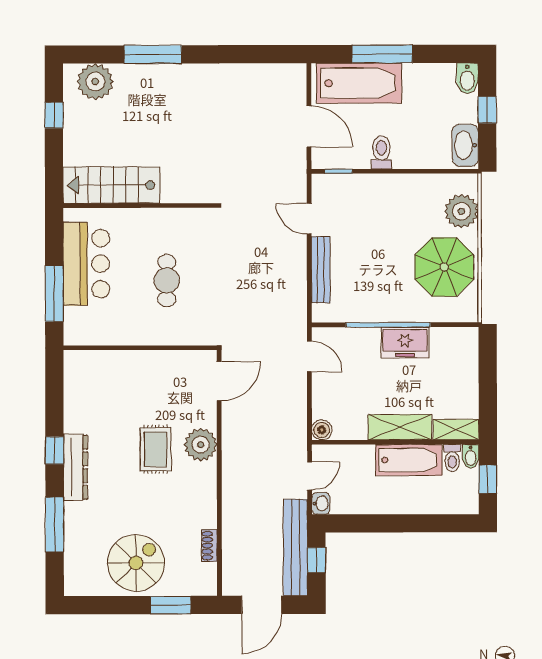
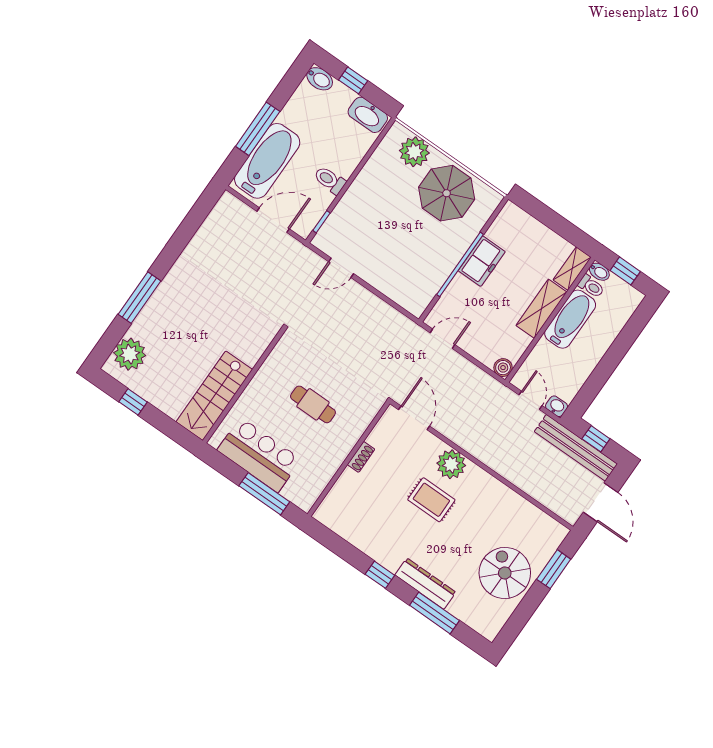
bench: (321, 270) -> (385, 286), removed
dresser: (75, 467) -> (425, 584), moved
shoe rack: (209, 546) -> (361, 457), moved, turned -90

